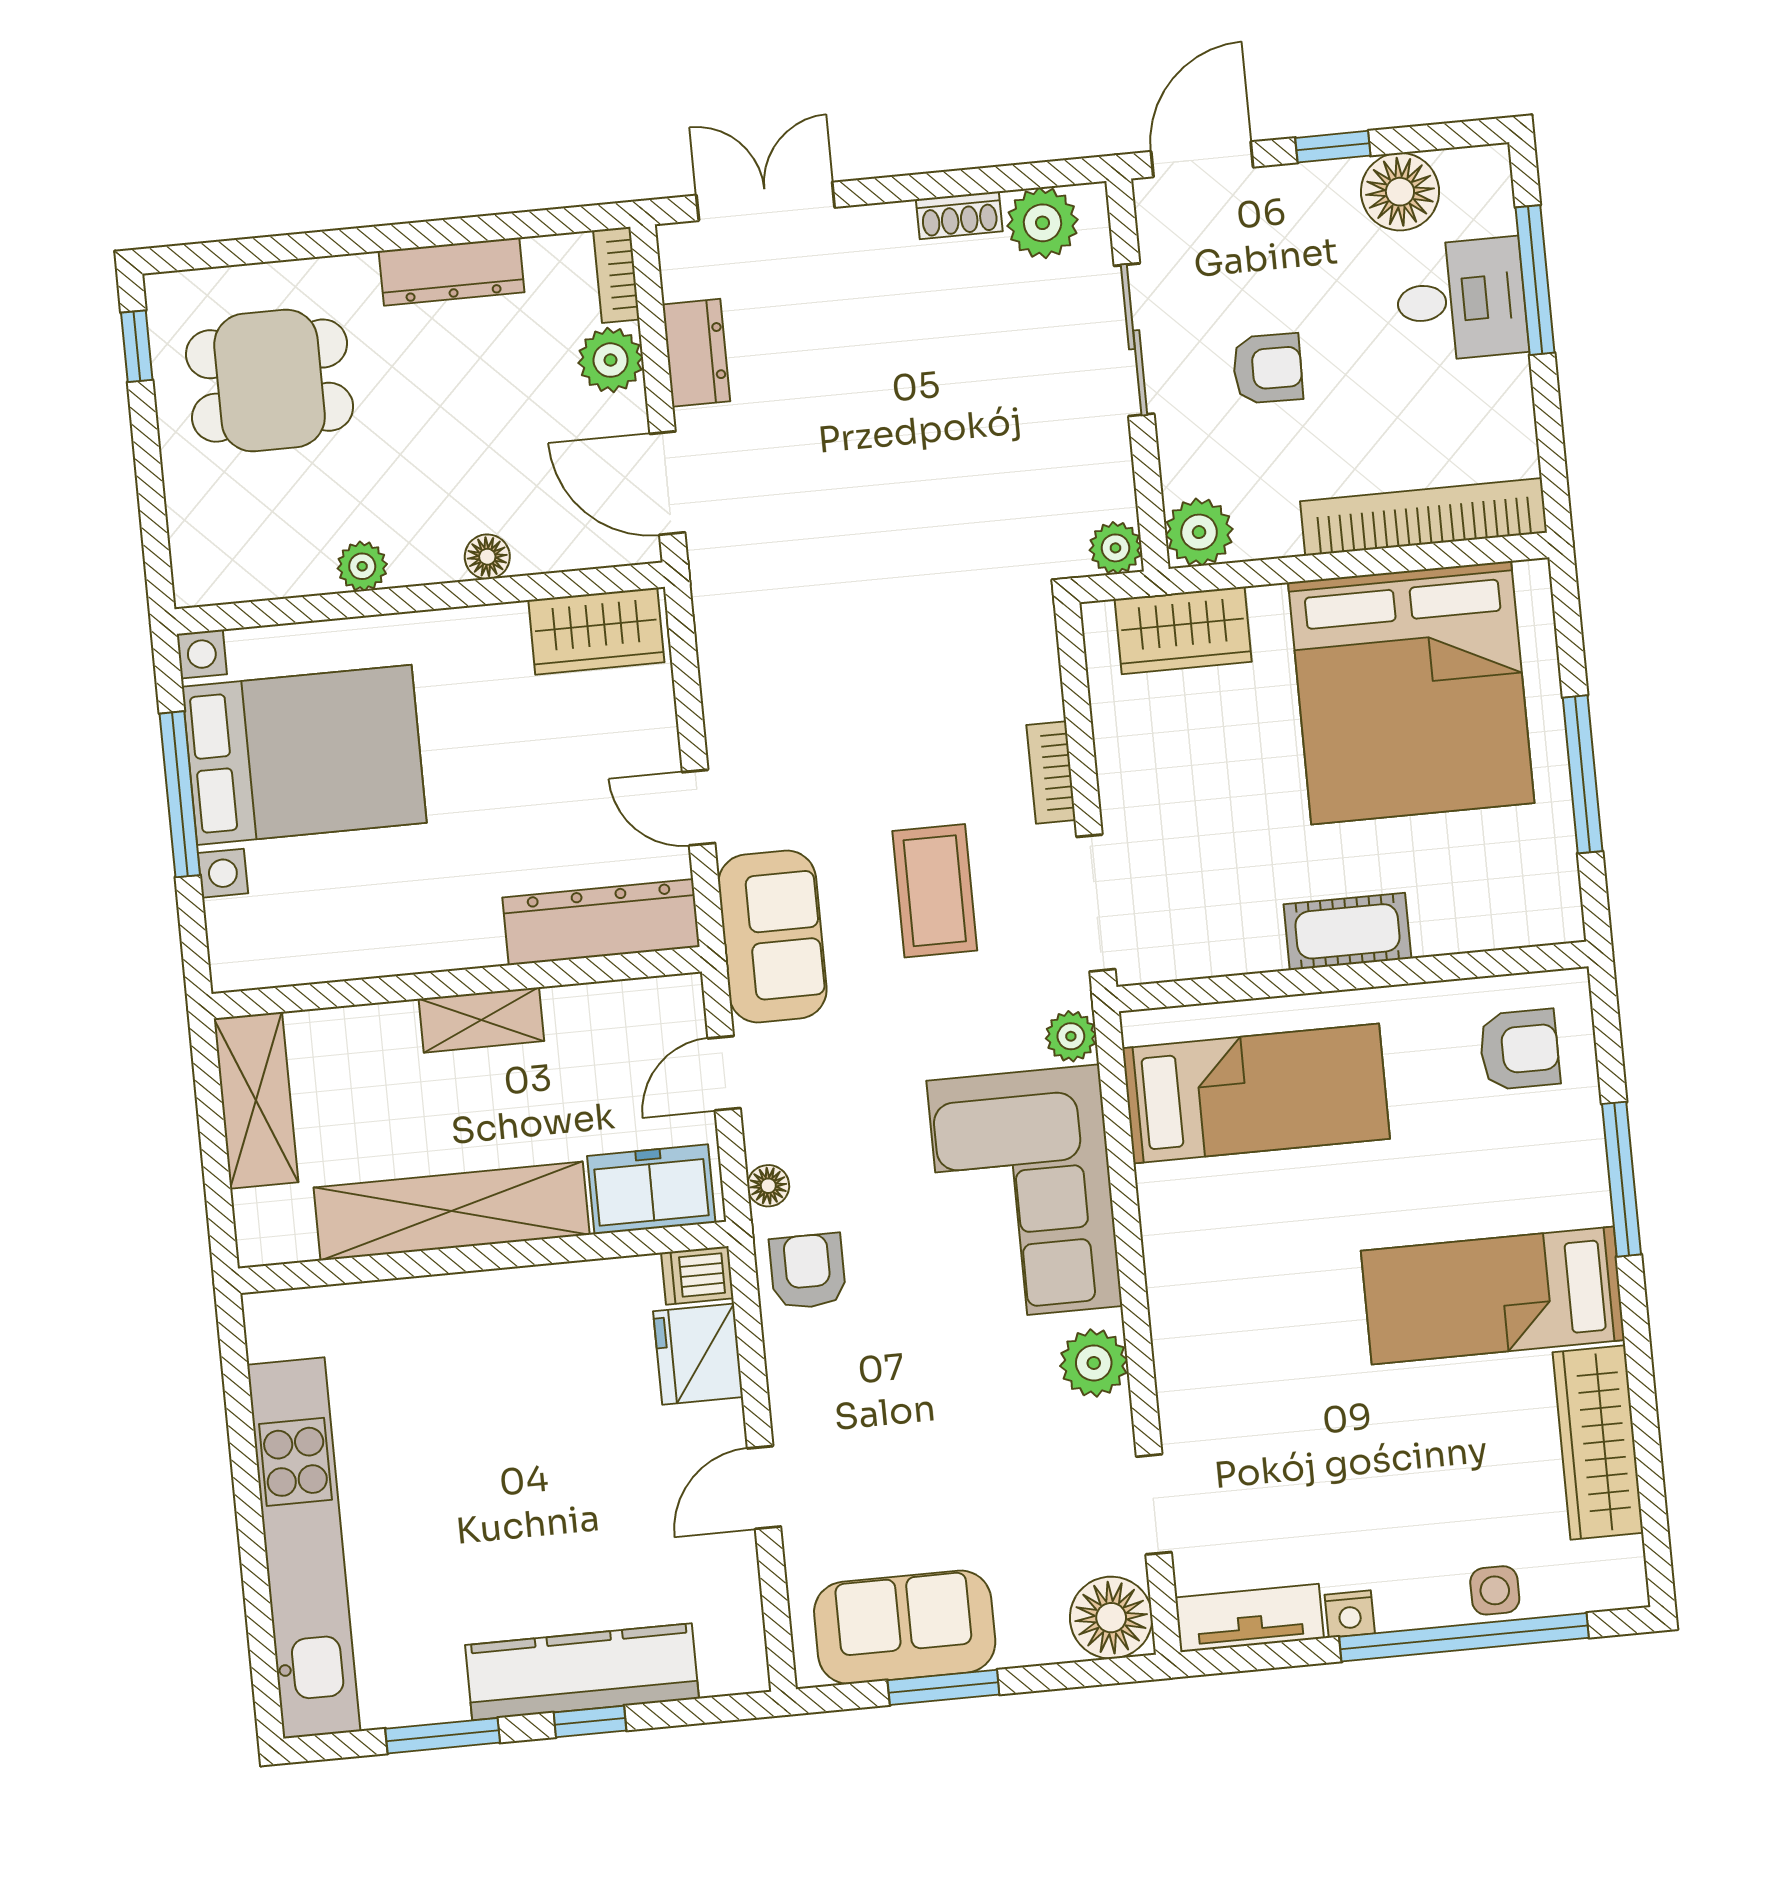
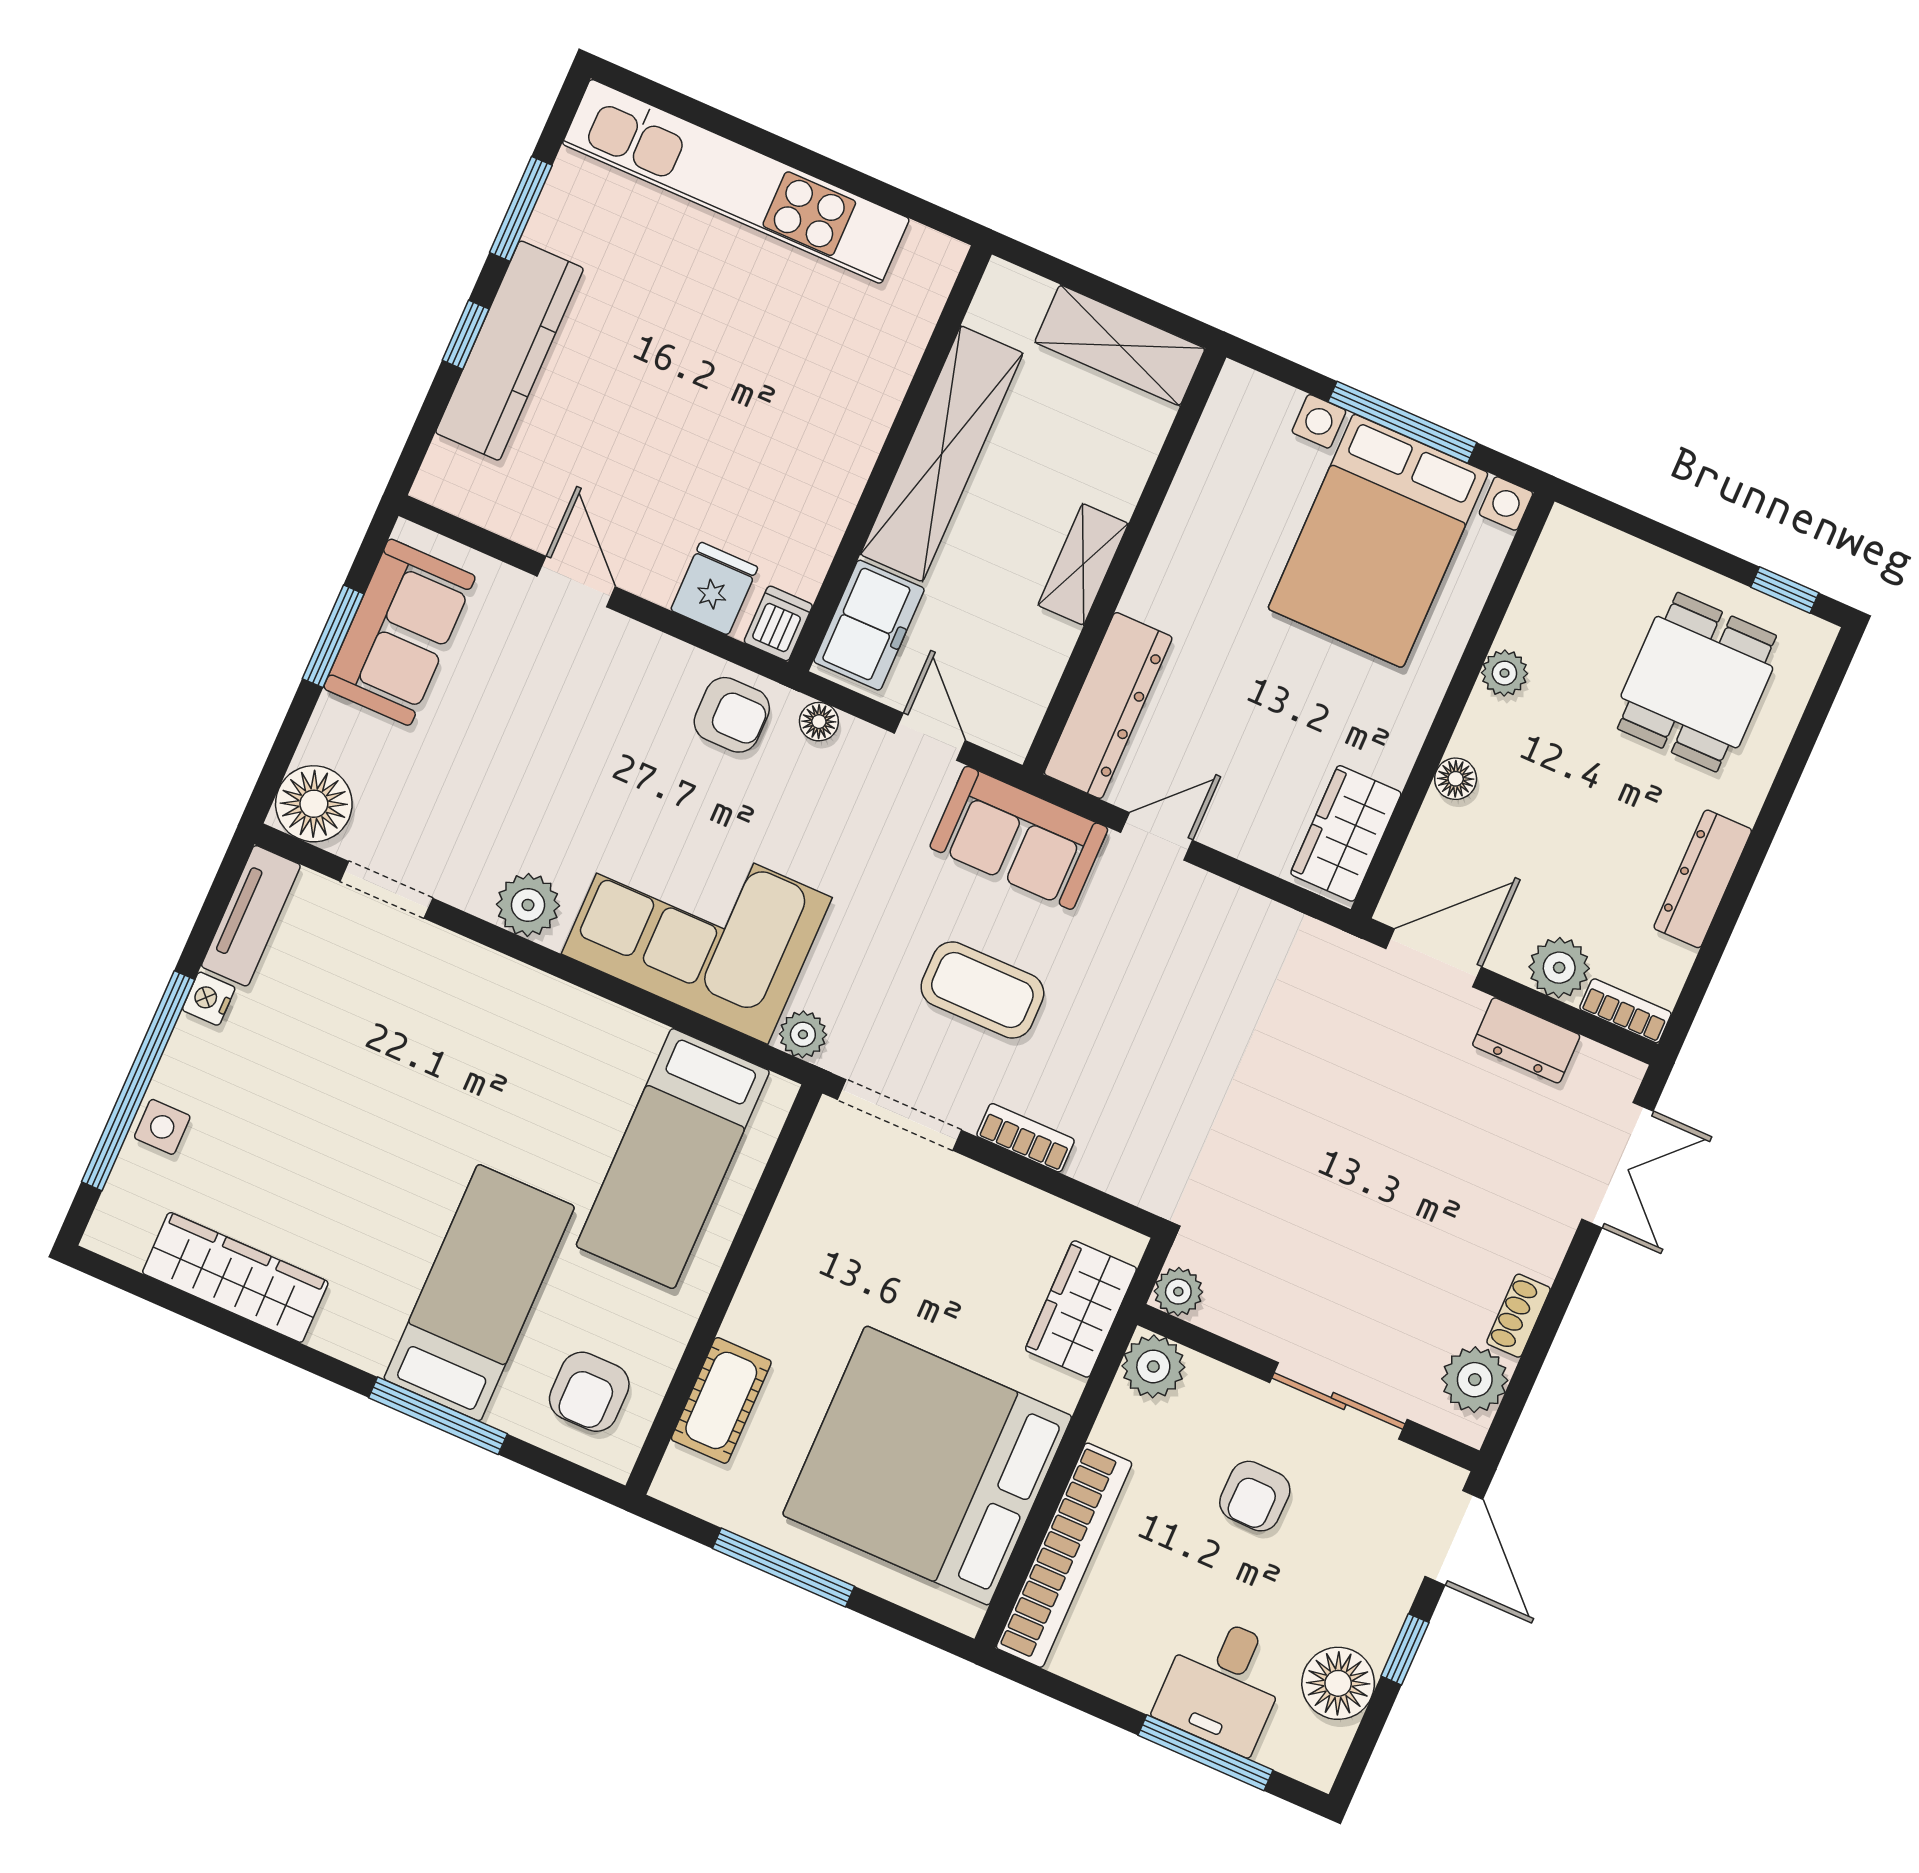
cot: (1347, 931) -> (721, 1400), moved
bed: (1493, 1295) -> (479, 1293), moved
fridge: (698, 1354) -> (714, 589), width x0.72

